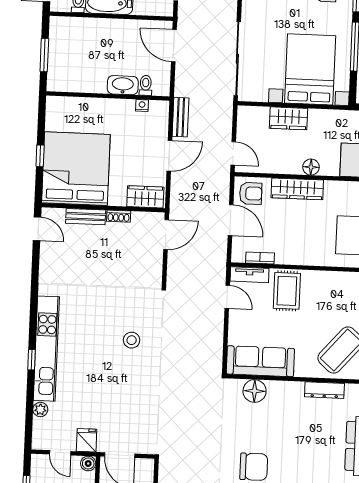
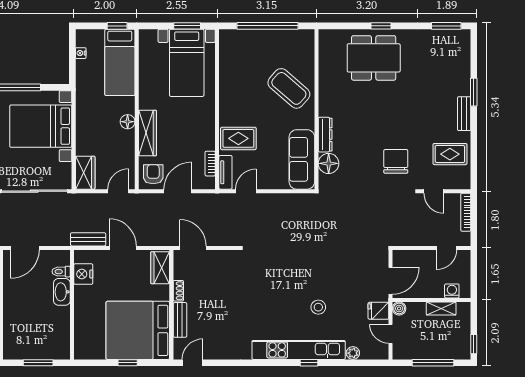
nightstand: (142, 105) -> (83, 274), width x1.89, depth x1.79
wardrobe: (289, 118) -> (85, 173), moved
stool: (132, 340) -> (318, 307), moved
dresser: (324, 390) -> (325, 135), moved
door: (60, 453) -> (391, 334), swing flipped

